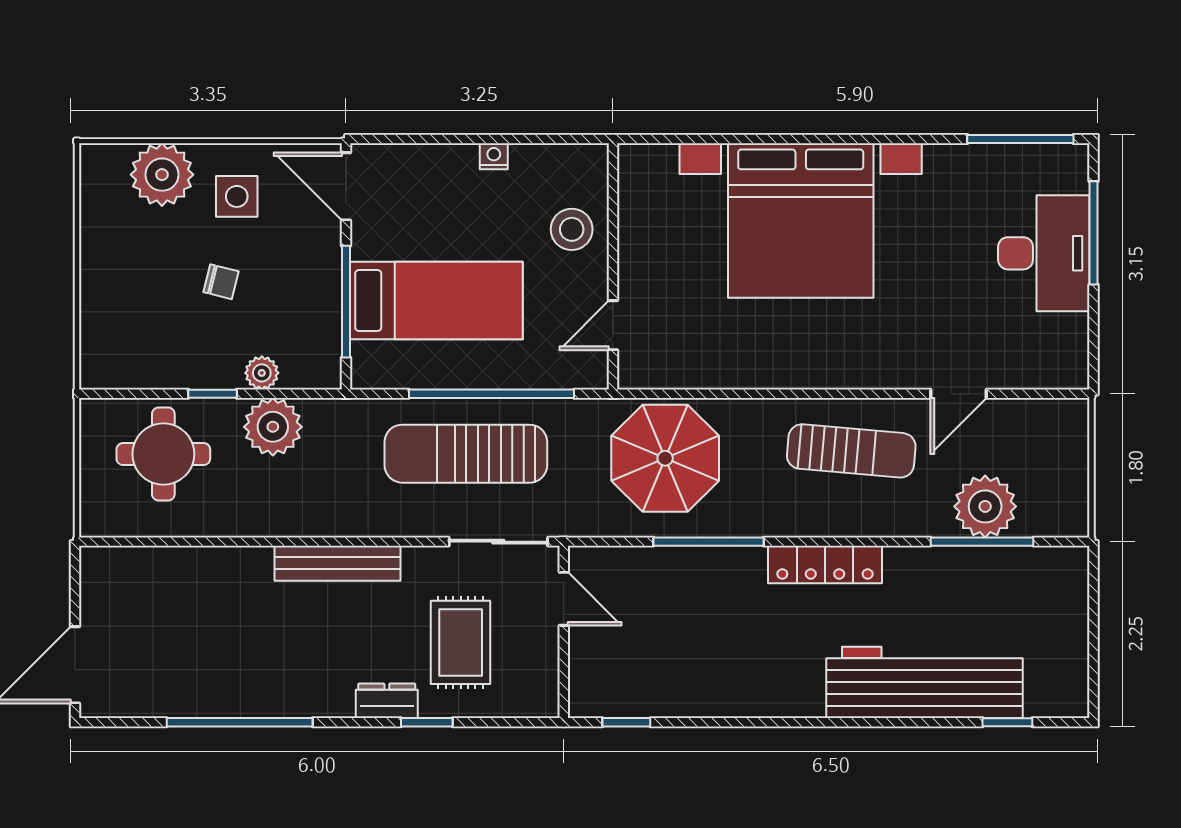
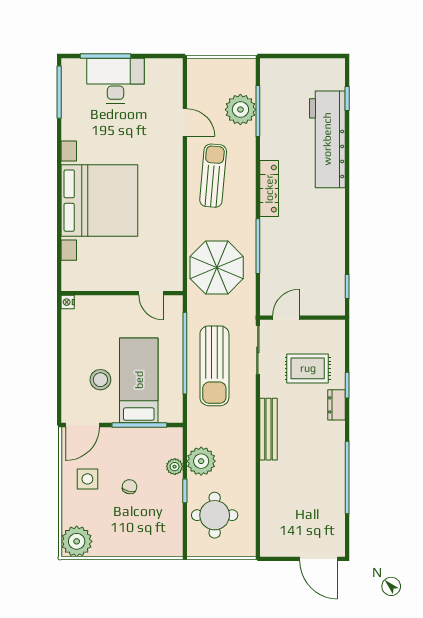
nightstand: (494, 156) -> (68, 302), moved
plant: (162, 175) -> (77, 541), moved
stool: (572, 229) -> (100, 380), moved

